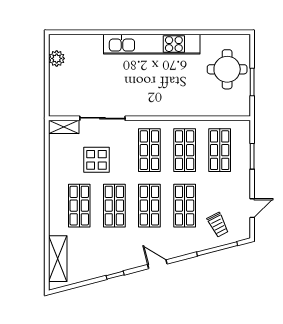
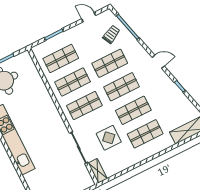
door: (157, 264) -> (158, 62), swing flipped

